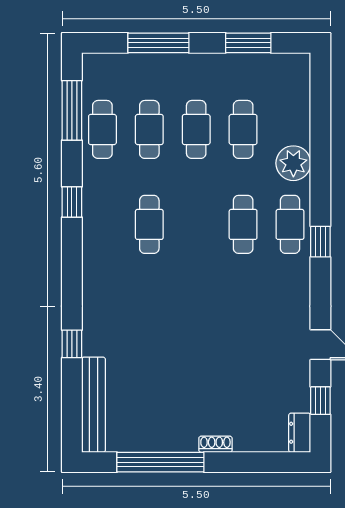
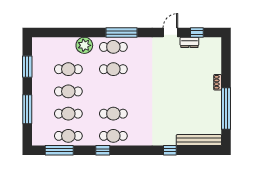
cafe table: (102, 224) -> (113, 136), added
window: (320, 242) -> (122, 32), width x2.17
dresser: (300, 433) -> (189, 42), moved

